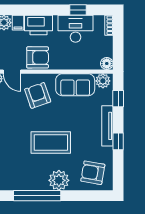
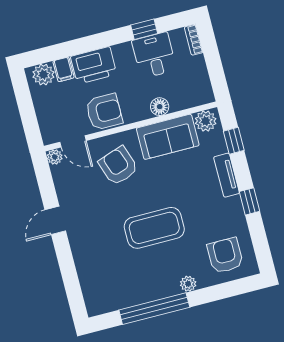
desk: (76, 29) -> (154, 55), width x0.73
floor lamp: (107, 64) -> (160, 107), moved
tv unit: (107, 126) -> (227, 175), width x0.71
armchair: (93, 173) -> (225, 255), turned 80
plant: (59, 180) -> (188, 284), width x0.53, depth x0.53

